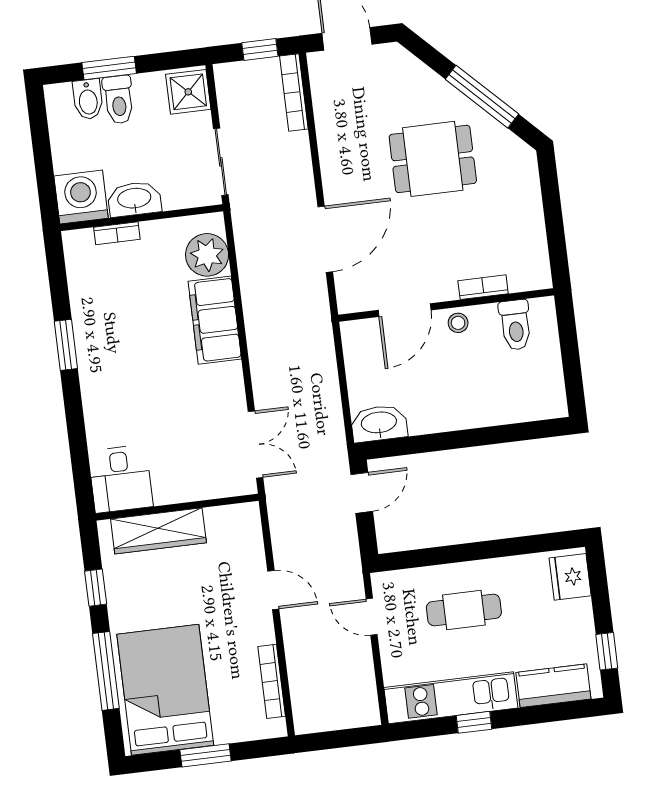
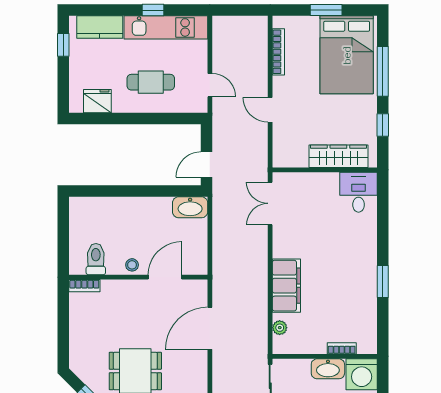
plant: (207, 255) -> (280, 328), width x0.53, depth x0.53
bookcase: (483, 287) -> (84, 286), moved
fridge: (570, 577) -> (97, 101), moved, turned -90

